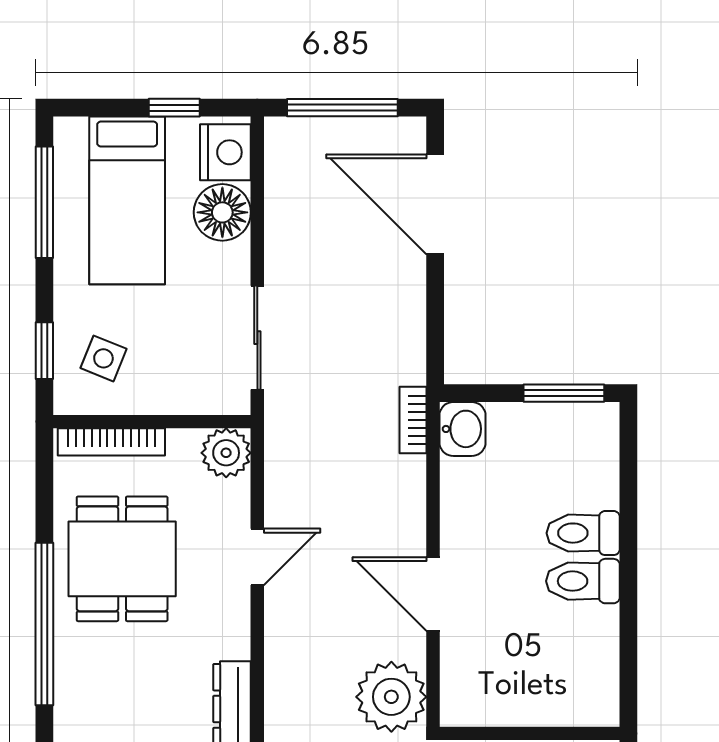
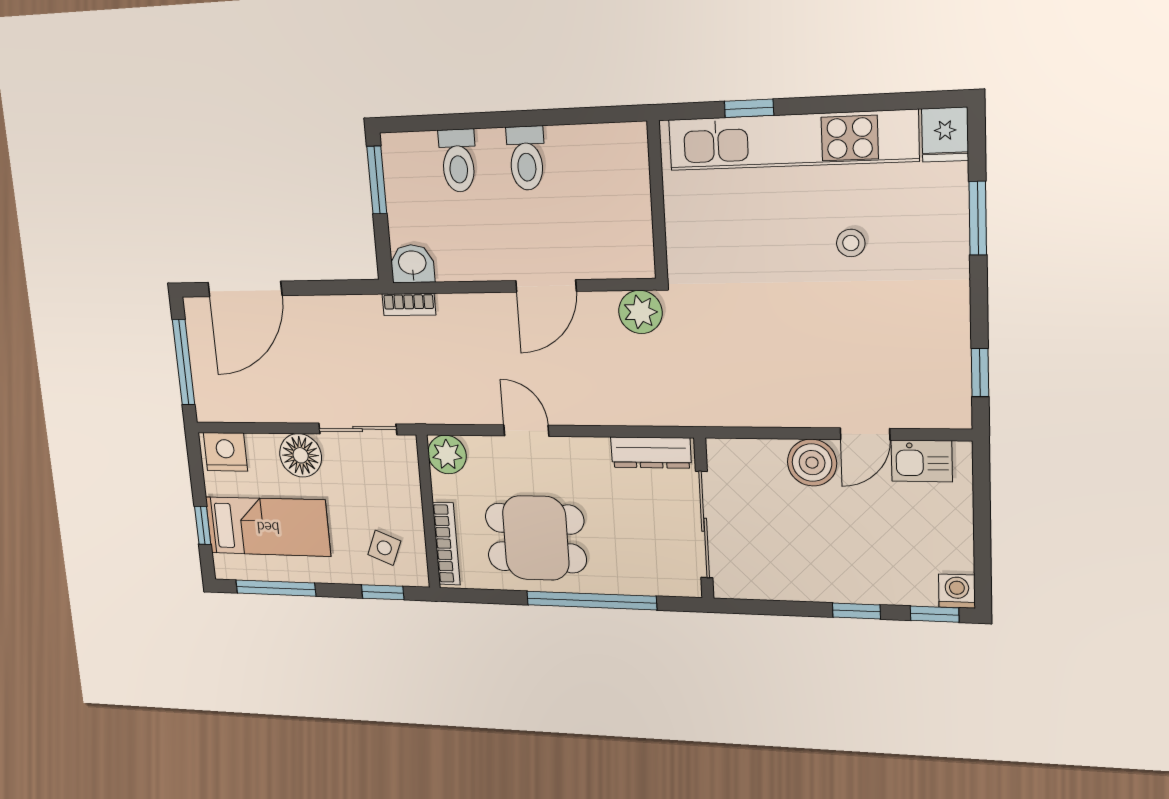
window: (174, 108) -> (203, 525), moved
floor lamp: (222, 212) -> (301, 455), moved
toilet: (583, 533) -> (458, 161), moved
plant: (391, 697) -> (640, 312), width x0.73, depth x0.73

